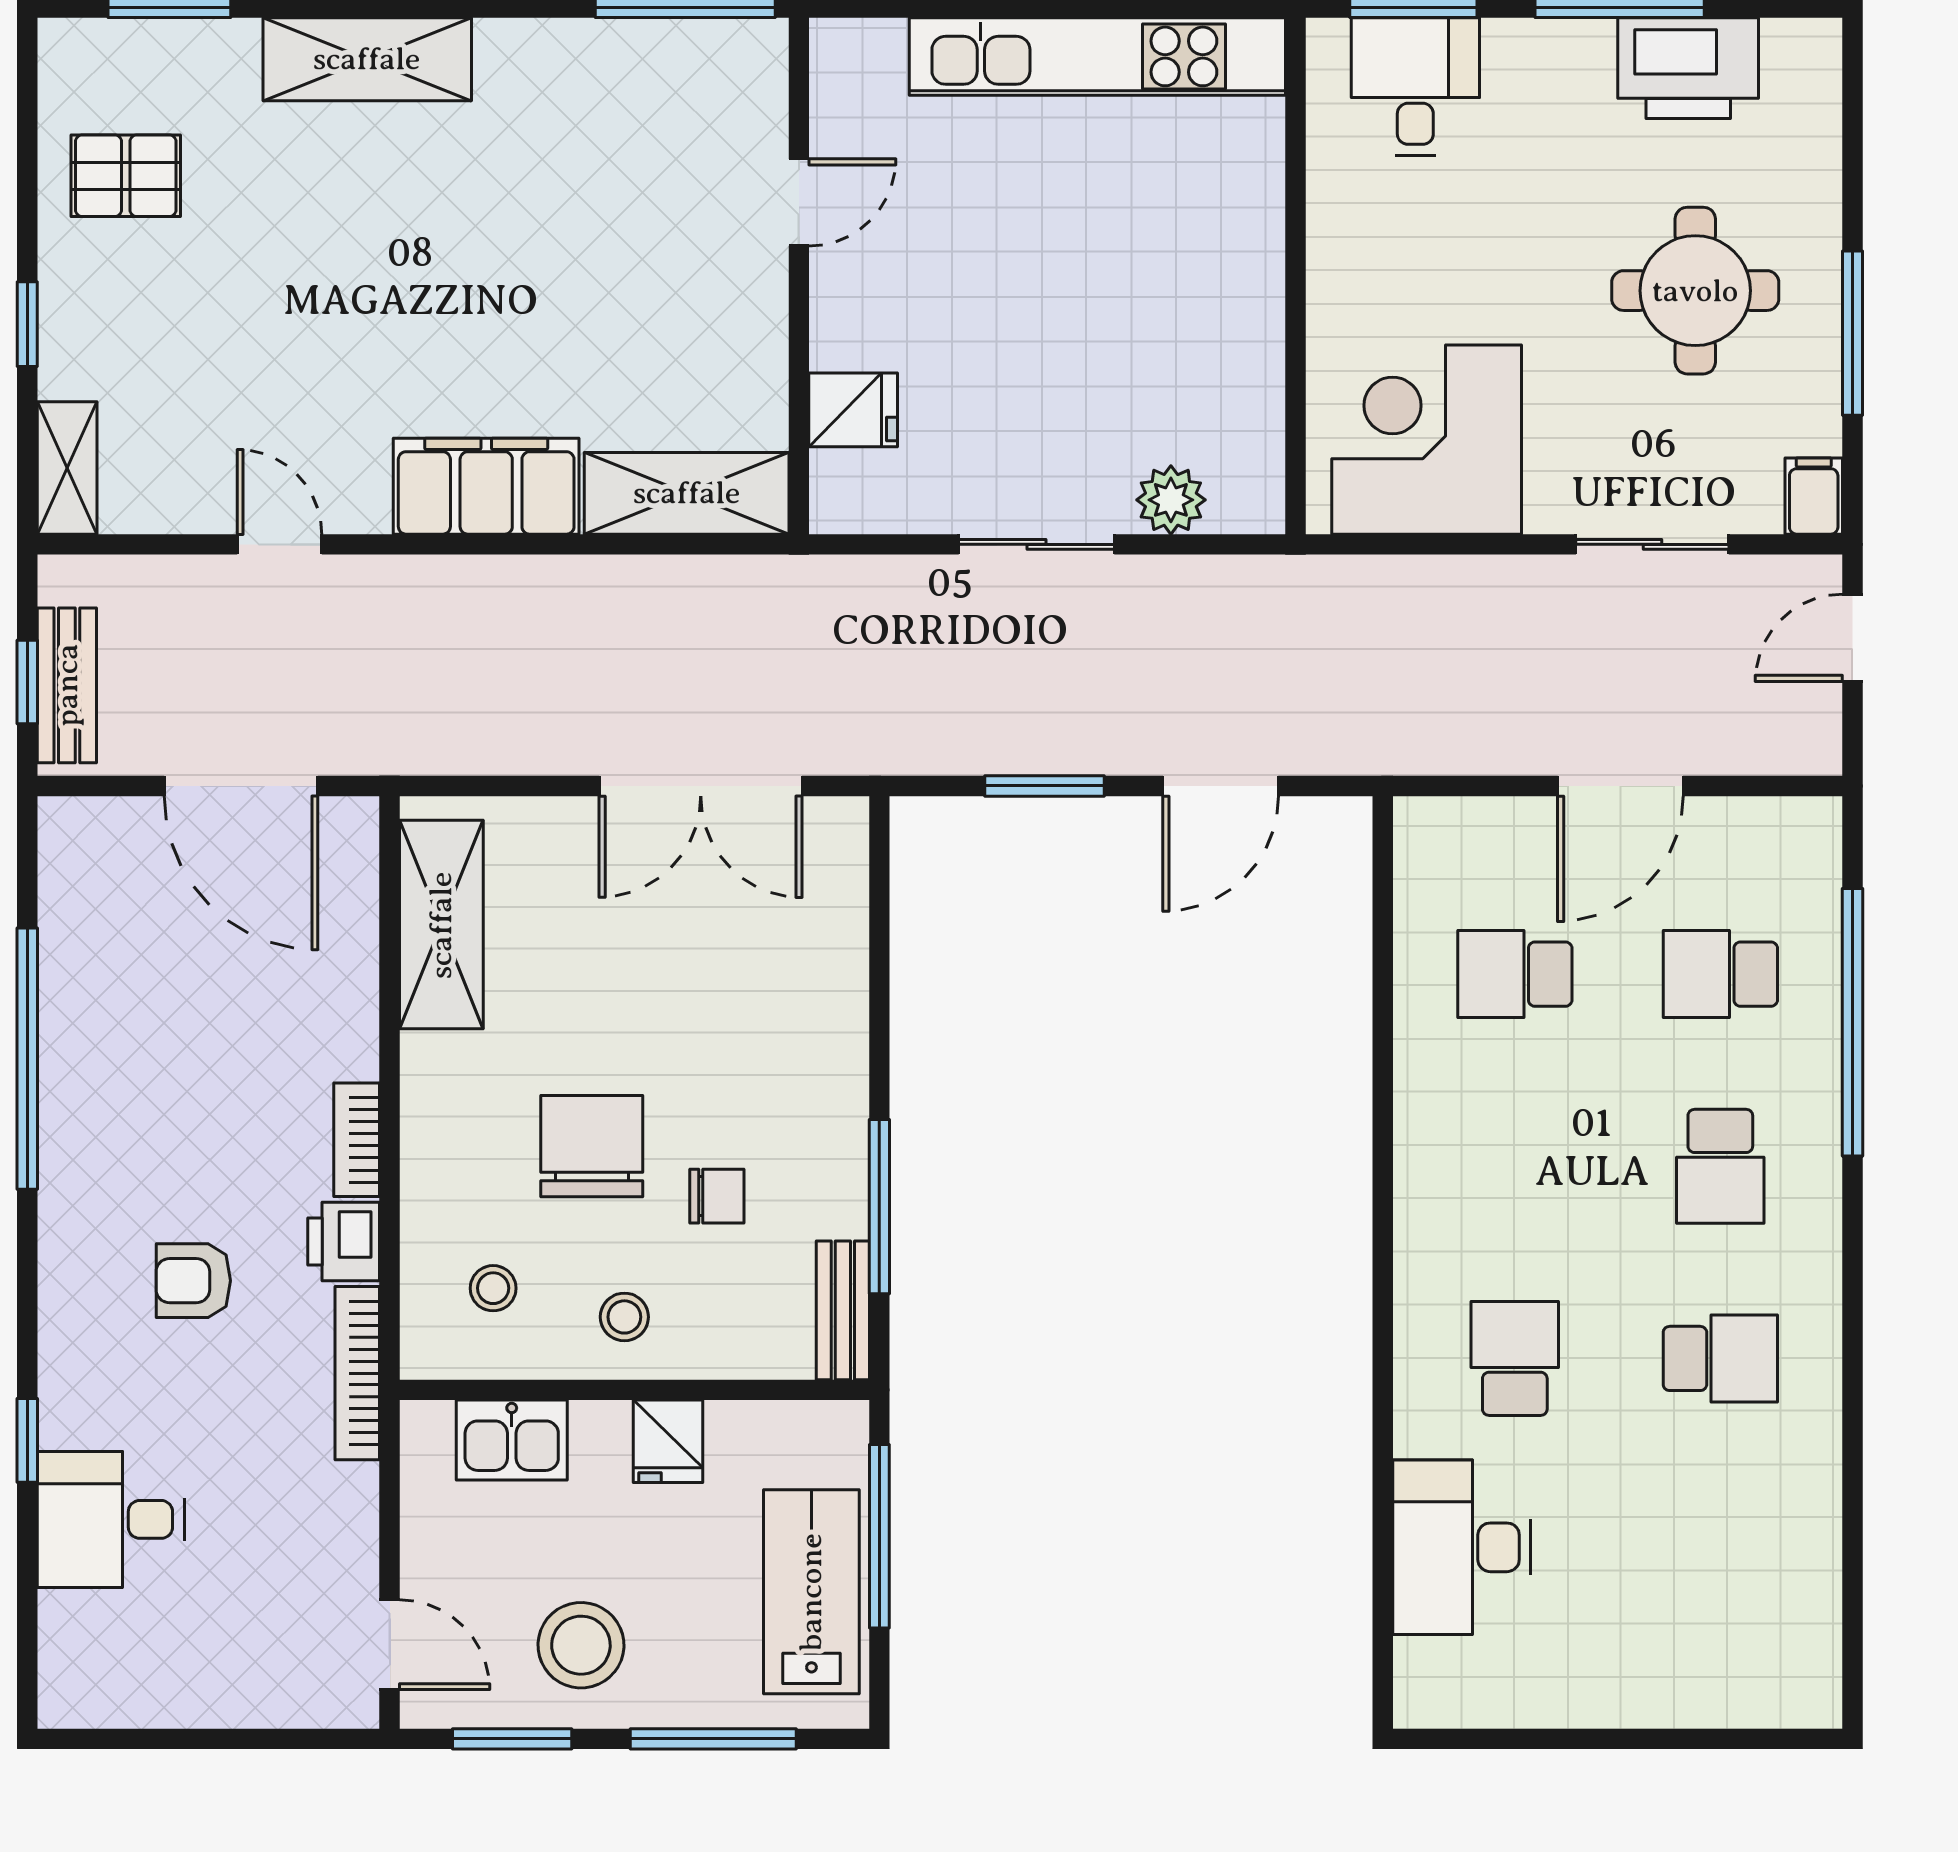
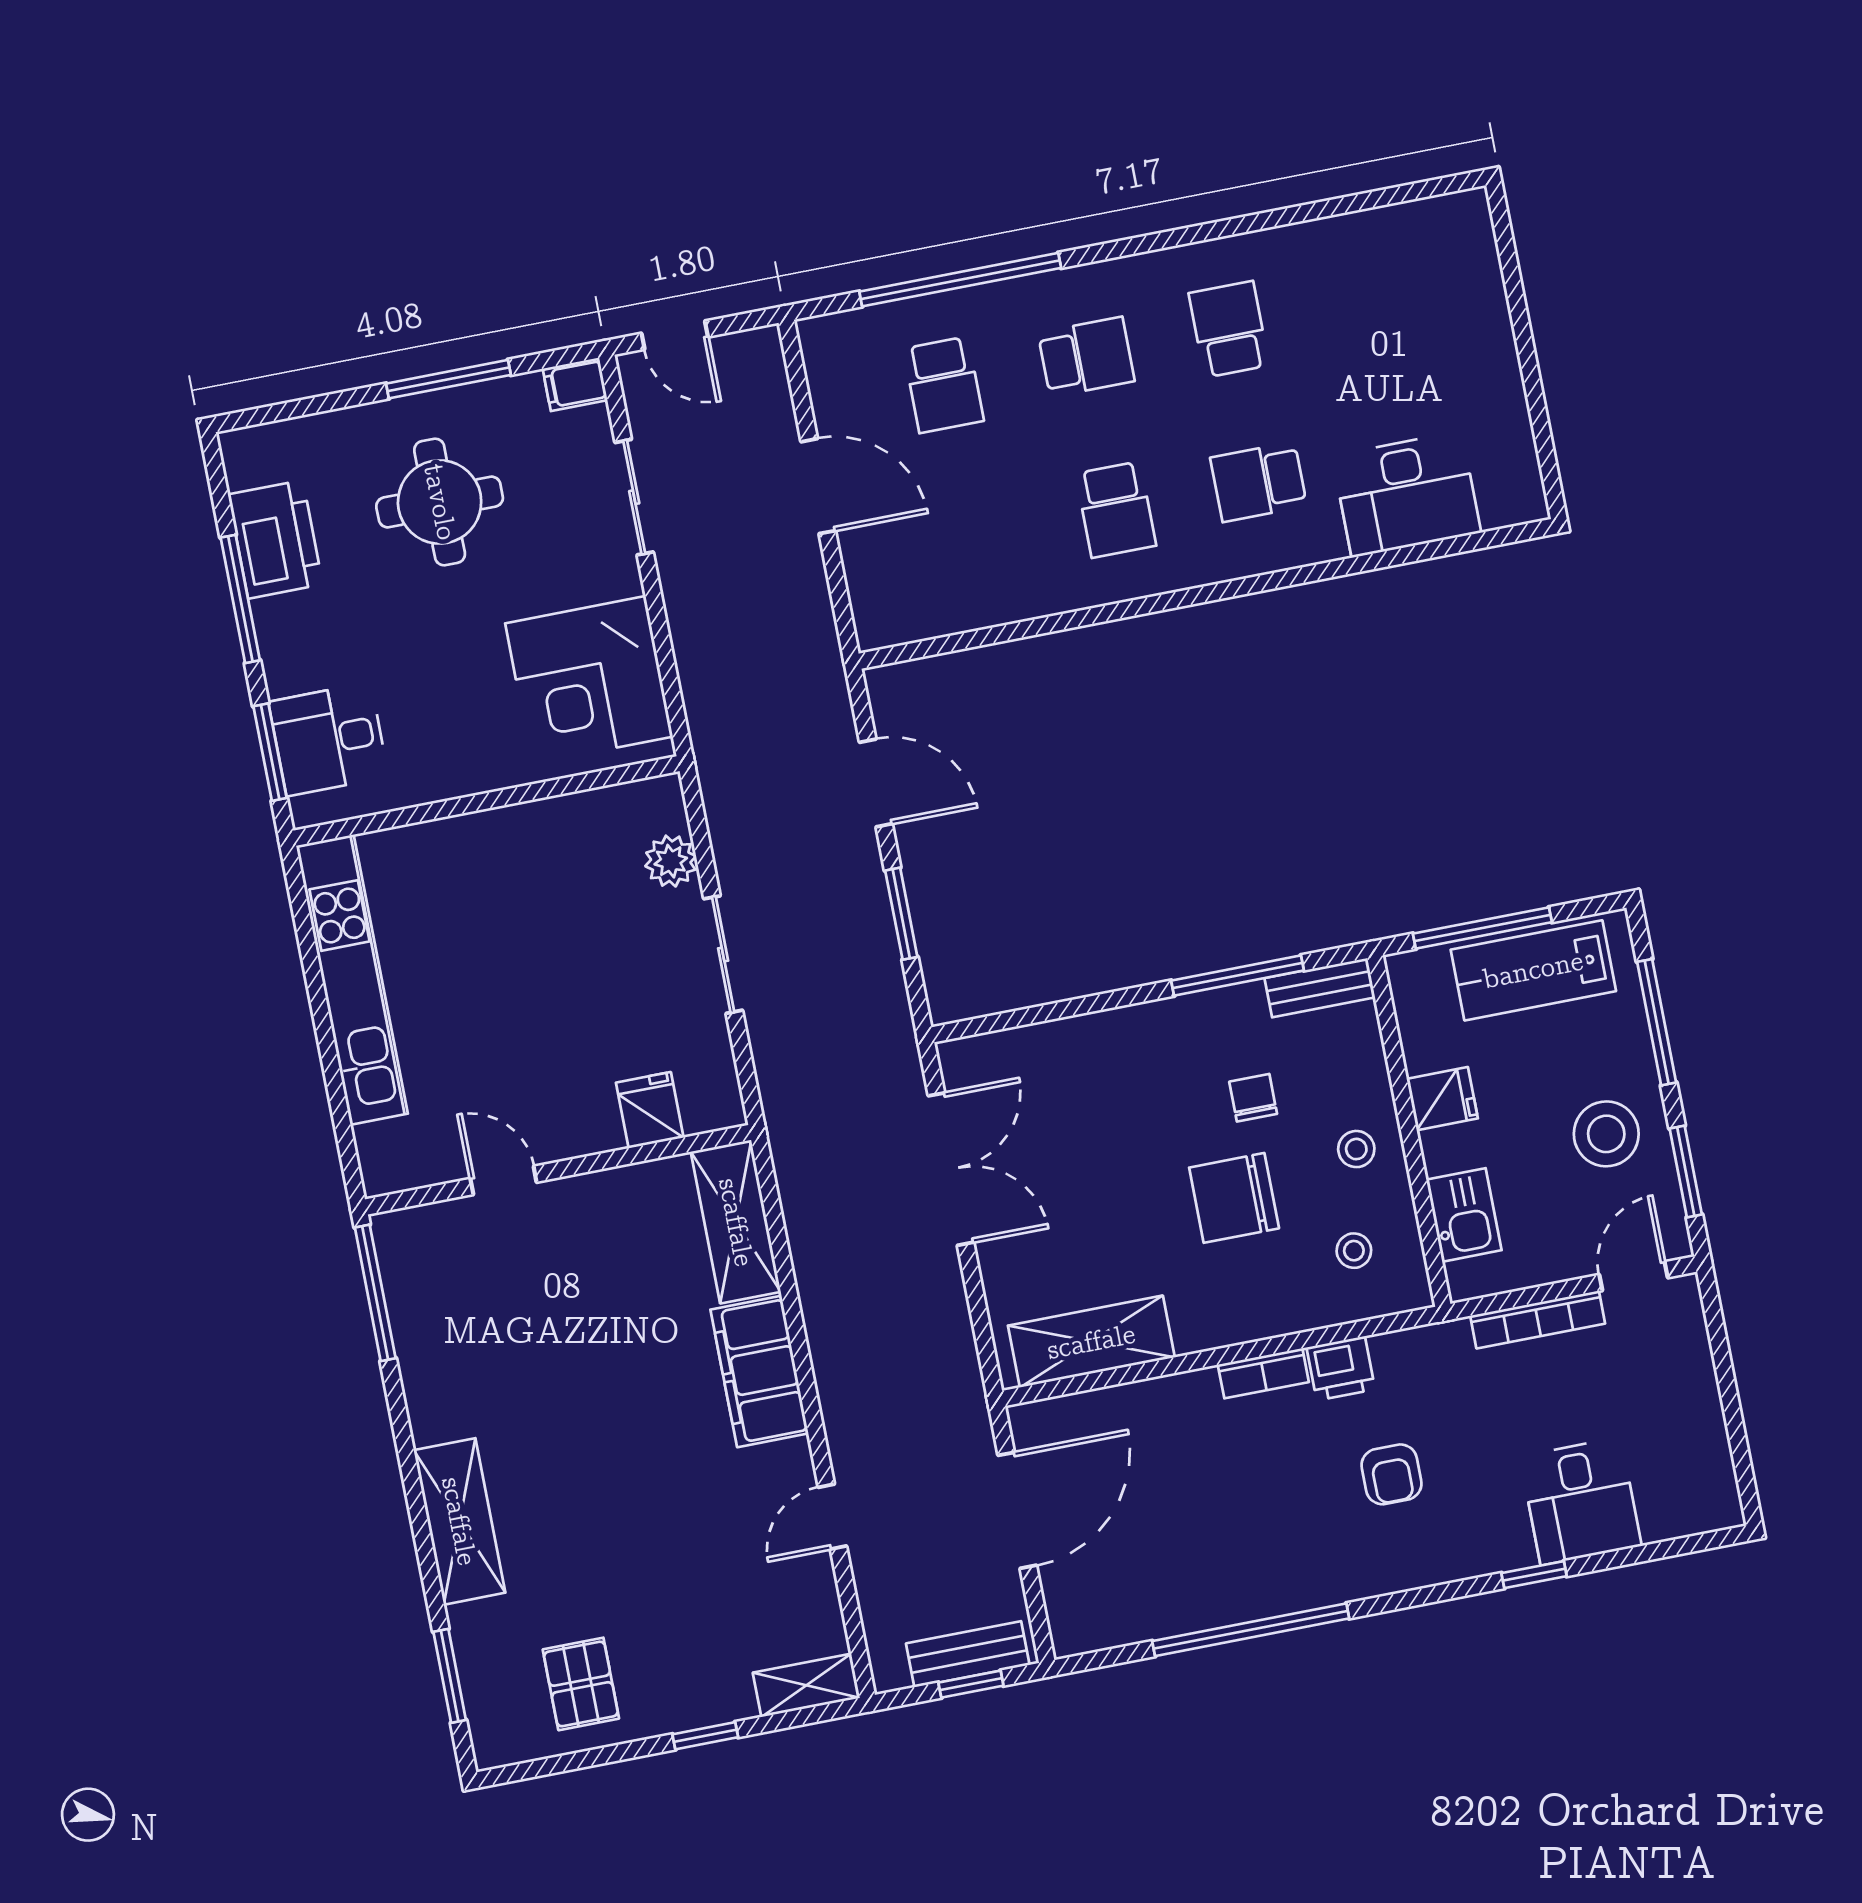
school desk: (1515, 974) -> (1116, 510), moved
bookcase: (357, 1373) -> (1538, 1320), moved

